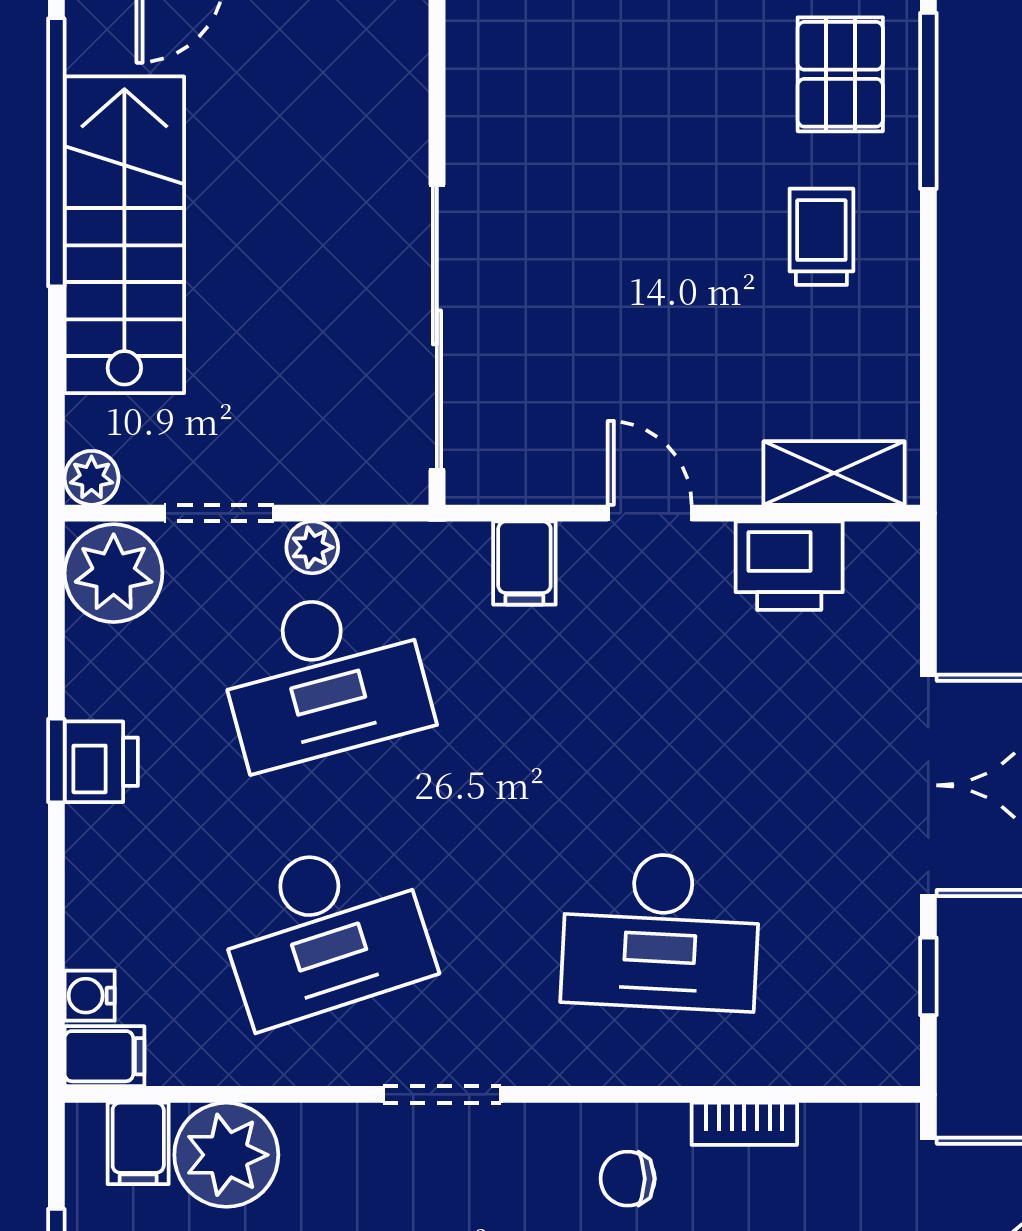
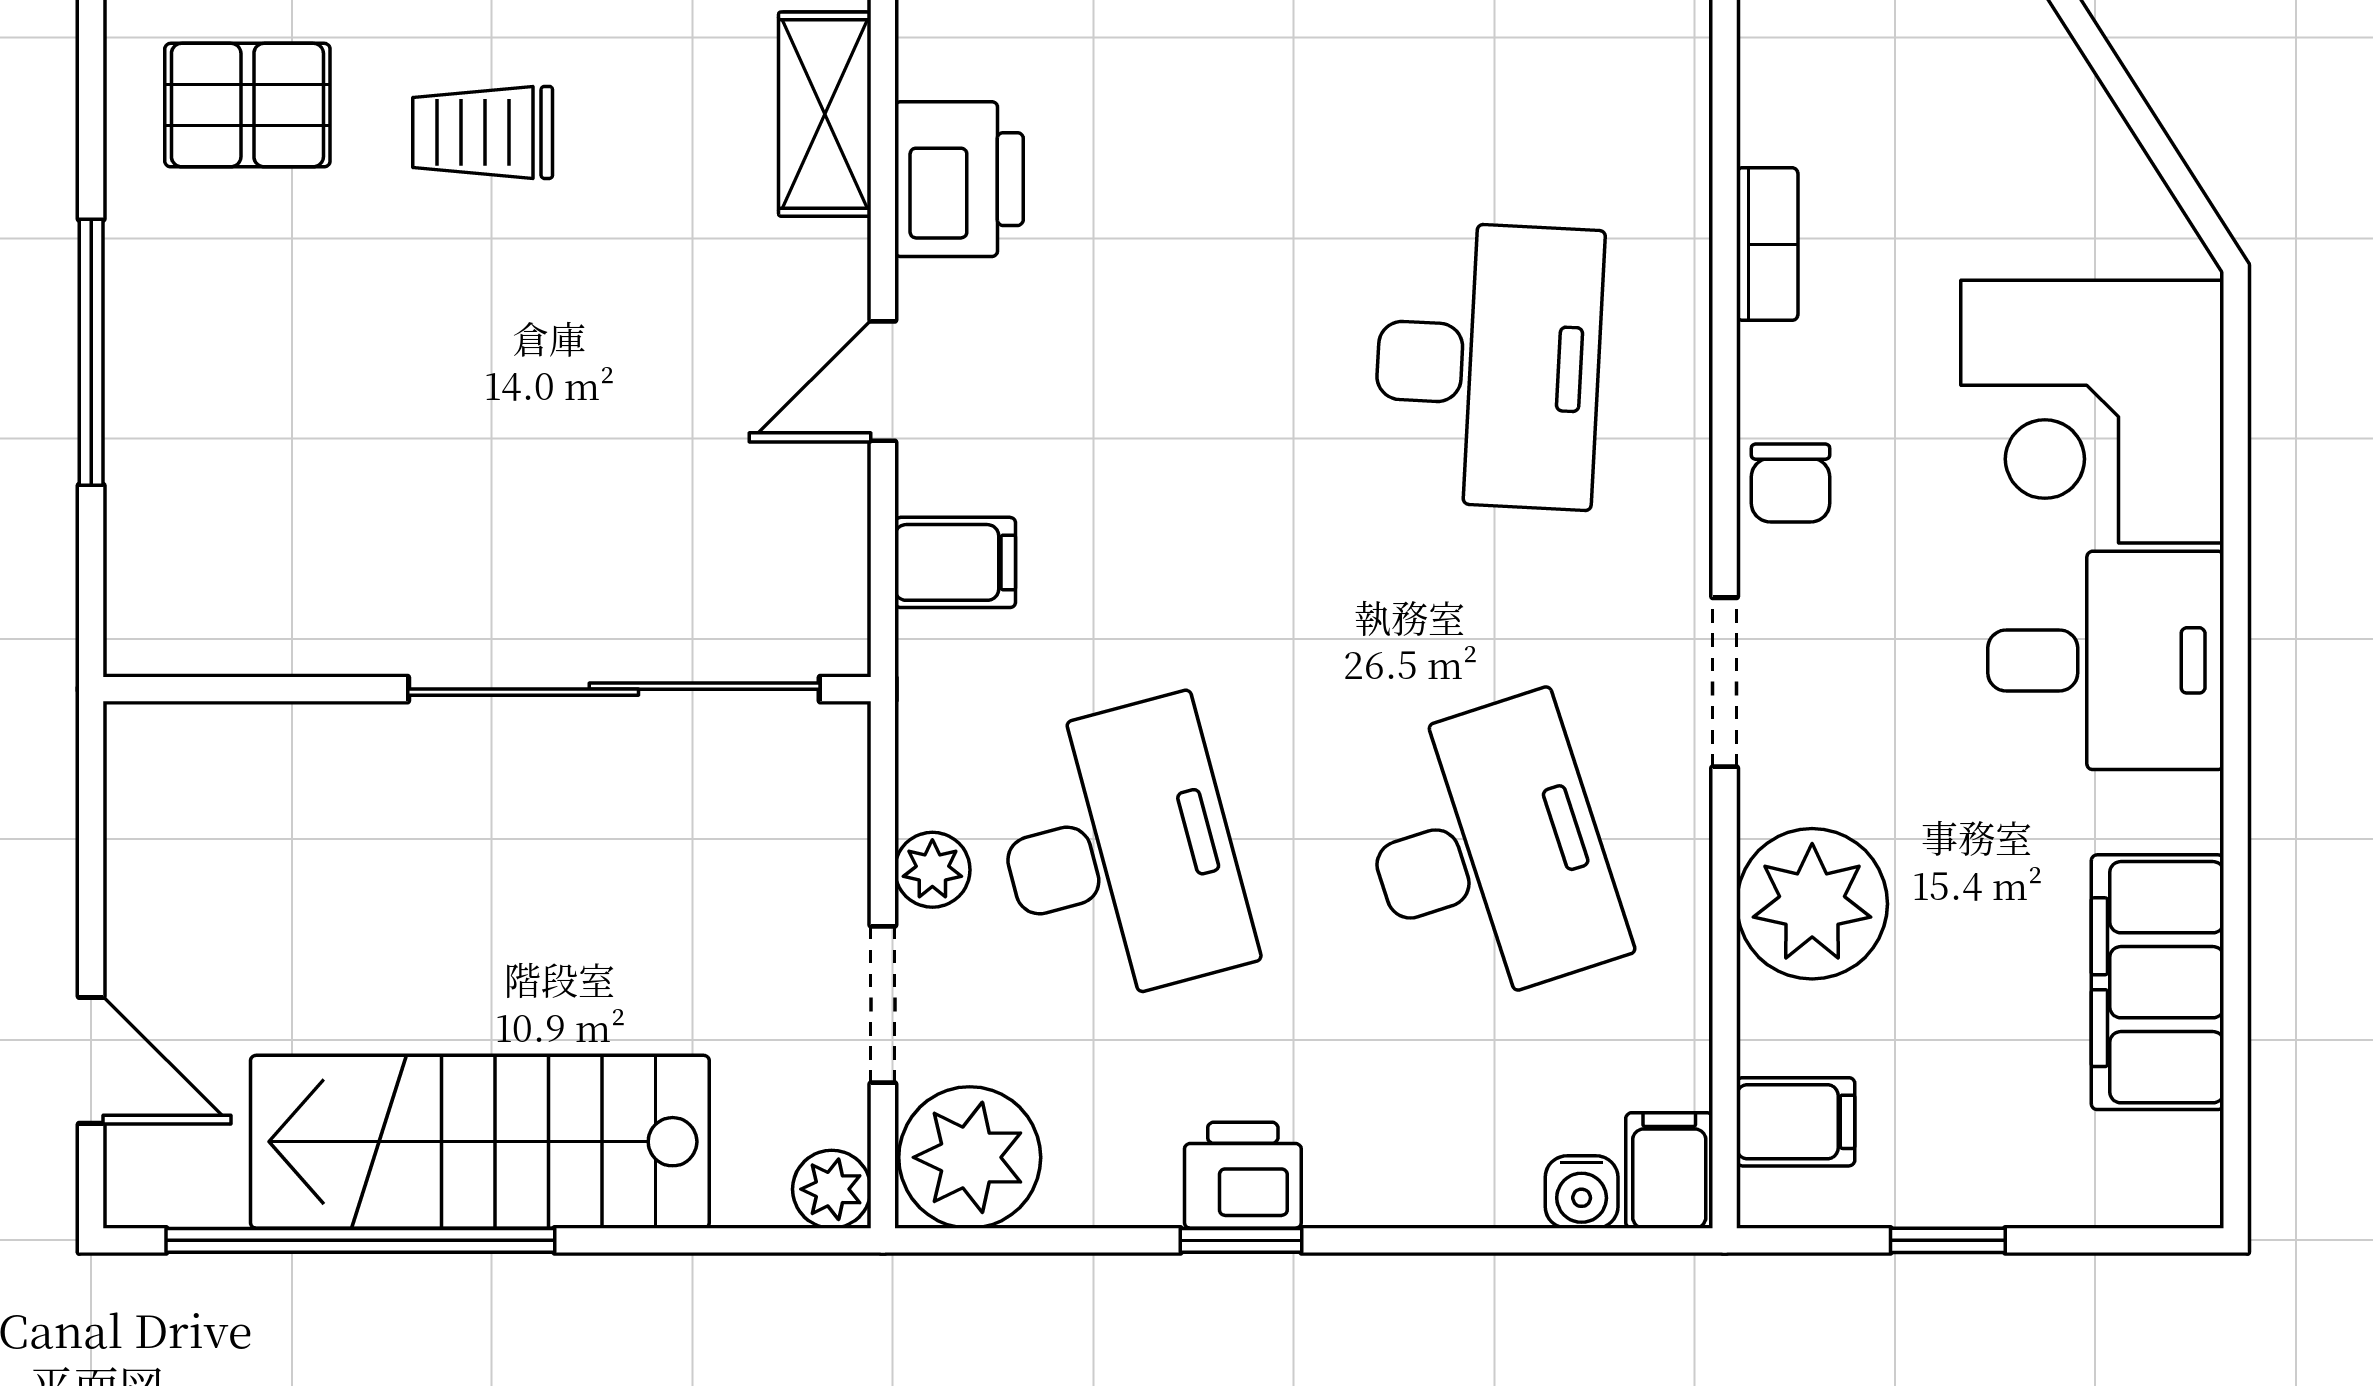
plant: (226, 1155) -> (1812, 904), moved
chair: (628, 1179) -> (1790, 483), moved

